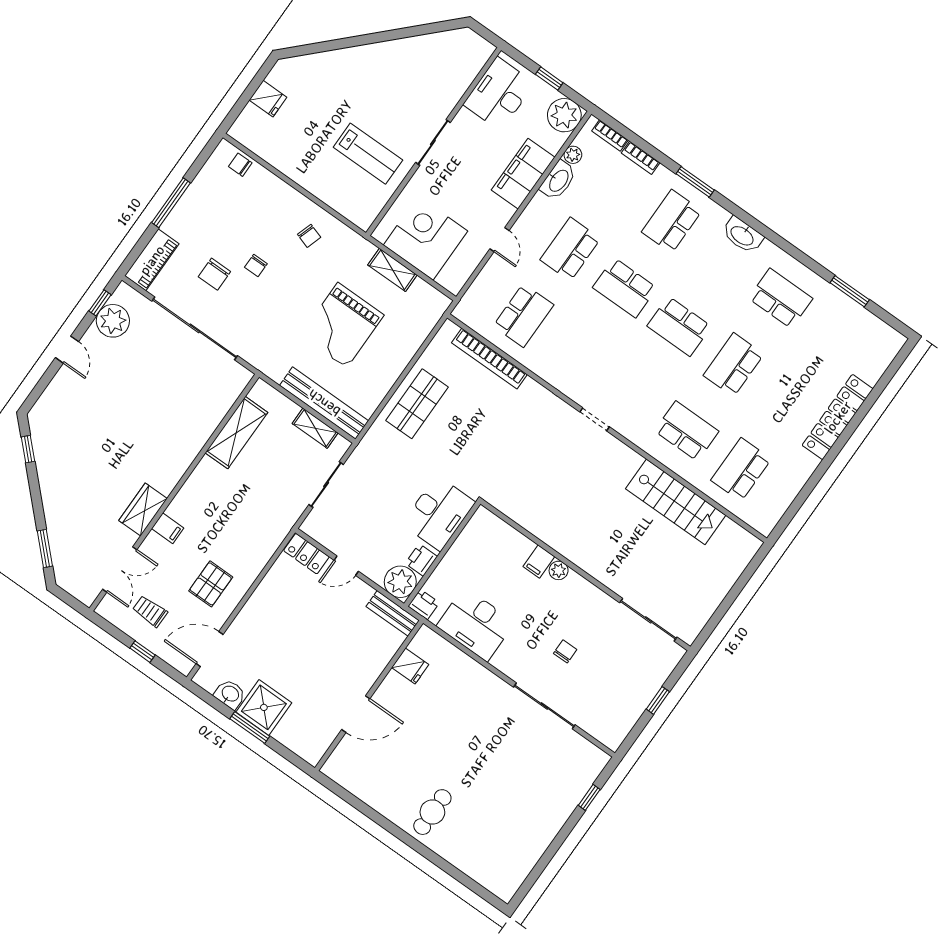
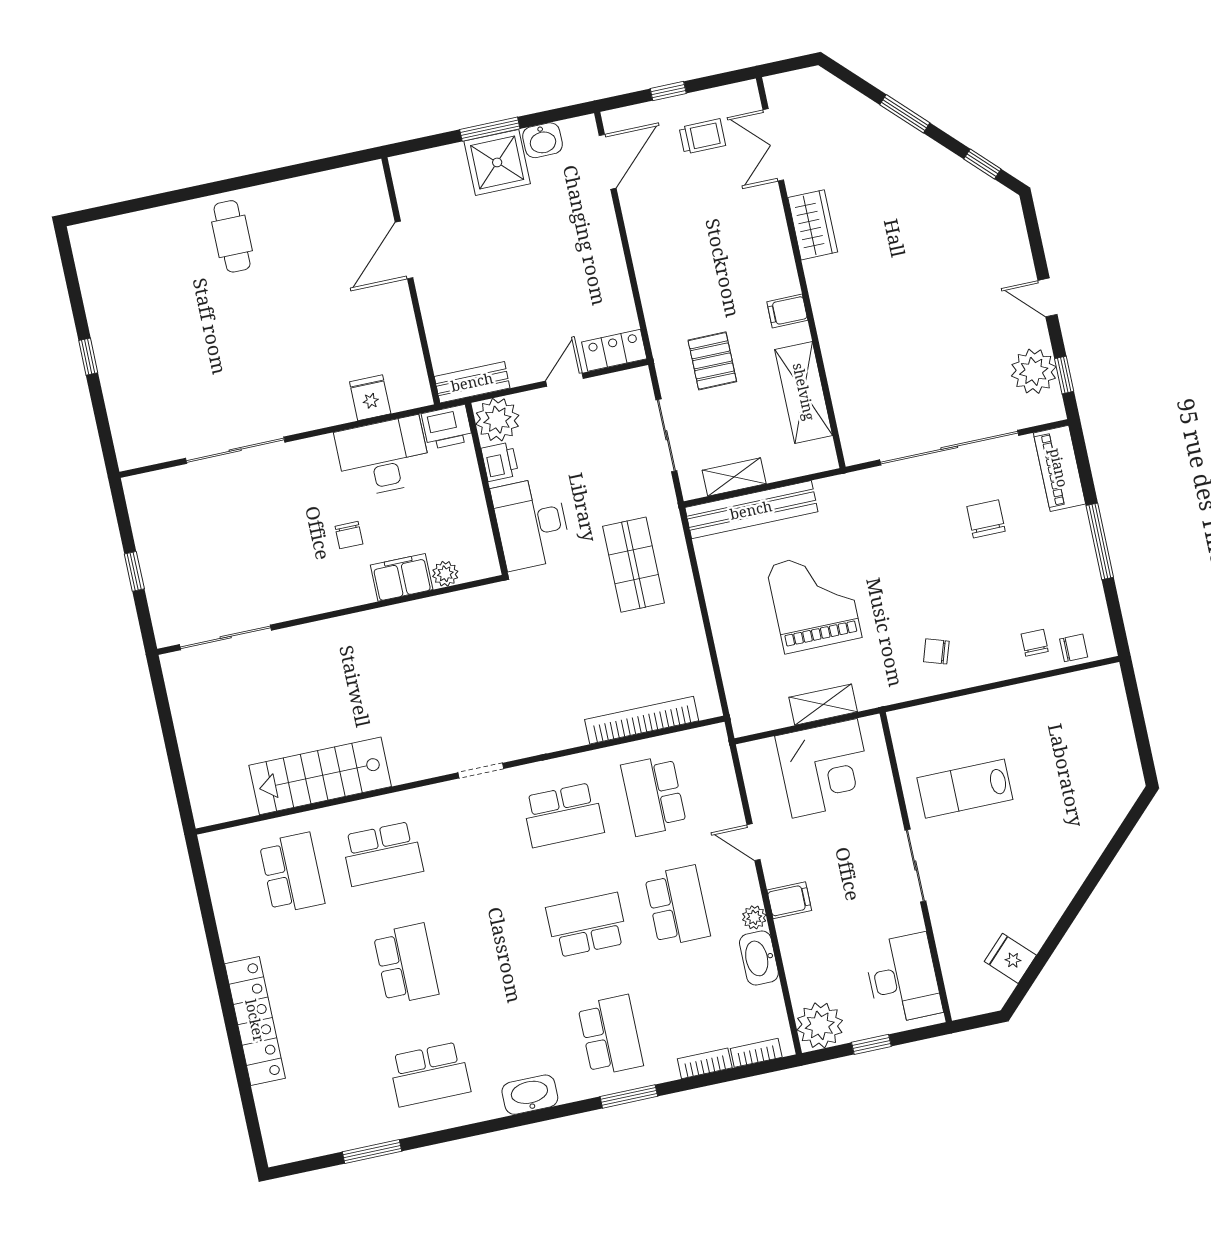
fridge: (268, 99) -> (1010, 958), moved, turned 45
plant: (573, 155) -> (754, 917), moved
filing cabinet: (523, 174) -> (789, 900), width x0.33, depth x0.86
chair: (256, 265) -> (1035, 643), moved
school desk: (679, 326) -> (563, 815), moved, turned 180
shop shelf: (417, 404) -> (634, 565), moved
filing cabinet: (168, 528) -> (787, 311), moved
window: (45, 548) -> (905, 114), moved
filing cabinet: (539, 561) -> (402, 577), width x2.00
plant: (559, 570) -> (445, 574), moved
pallet: (211, 584) -> (712, 361), moved
printer: (424, 604) -> (447, 427), width x1.36, depth x1.24
chair: (565, 651) -> (349, 535), moved
fridge: (410, 666) -> (370, 398), moved, turned 90
window: (589, 797) -> (88, 357), moved

